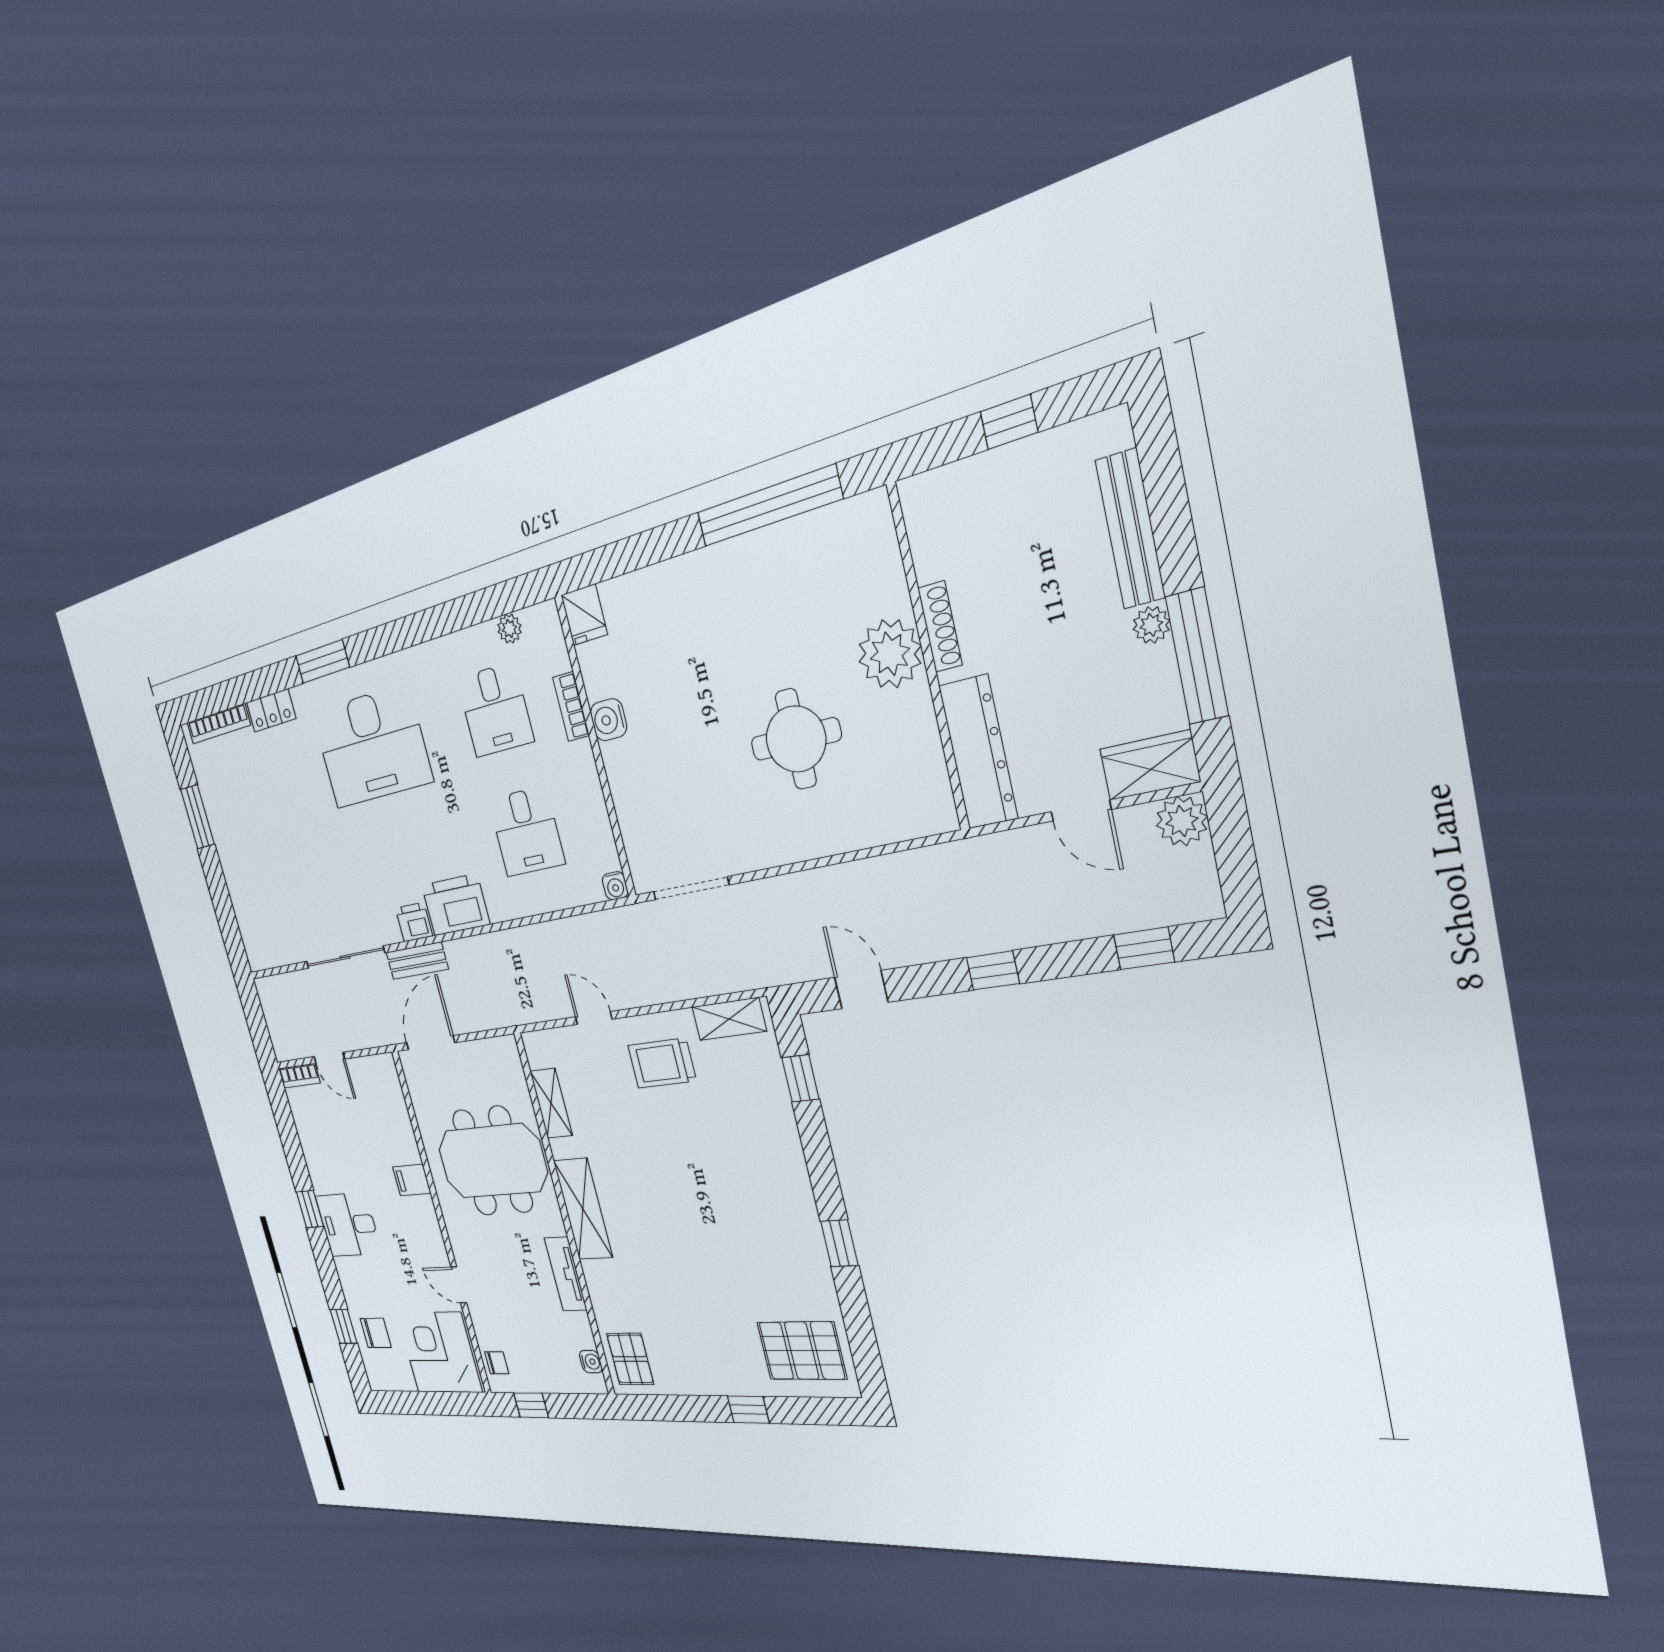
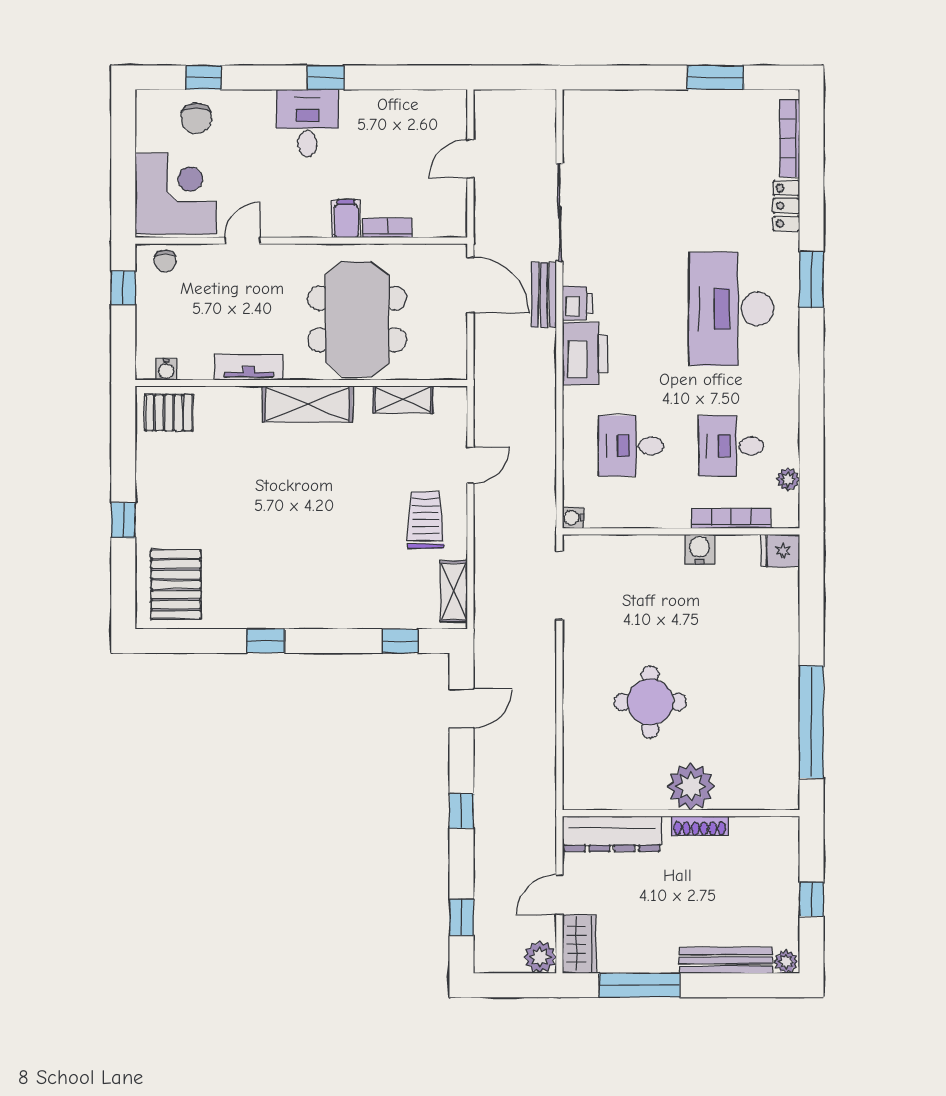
plant: (1151, 625) -> (786, 962), moved
bookcase: (571, 706) -> (731, 518), width x1.56
bookcase: (299, 1076) -> (387, 228), moved, turned 90

